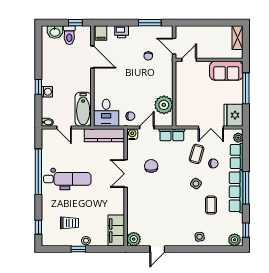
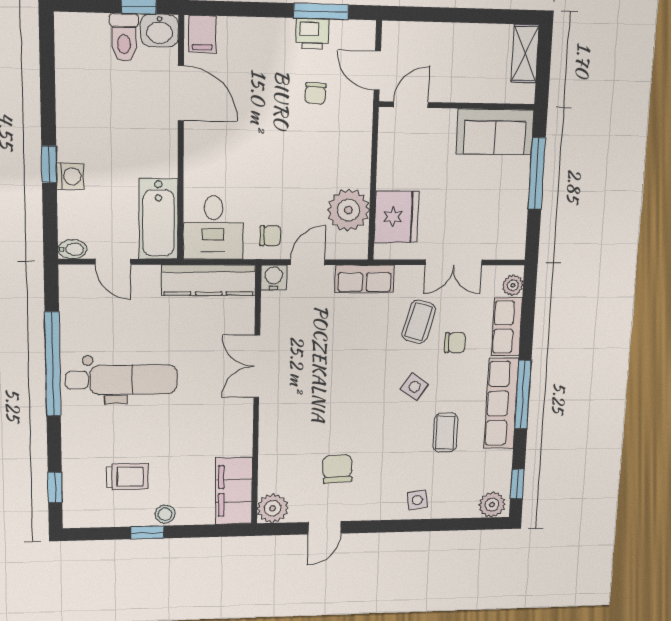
washbasin: (55, 32) -> (159, 30), moved
printer: (122, 32) -> (312, 34), moved
fridge: (234, 115) -> (396, 217), moved, turned 180
chair: (151, 166) -> (337, 469), moved

